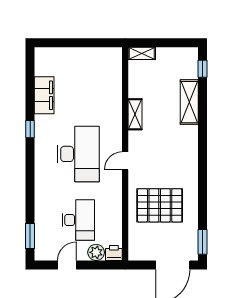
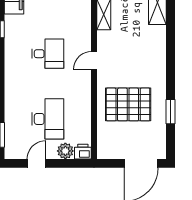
desk: (78, 154) -> (48, 54), width x0.53, depth x0.77
window: (203, 242) -> (171, 112), moved

